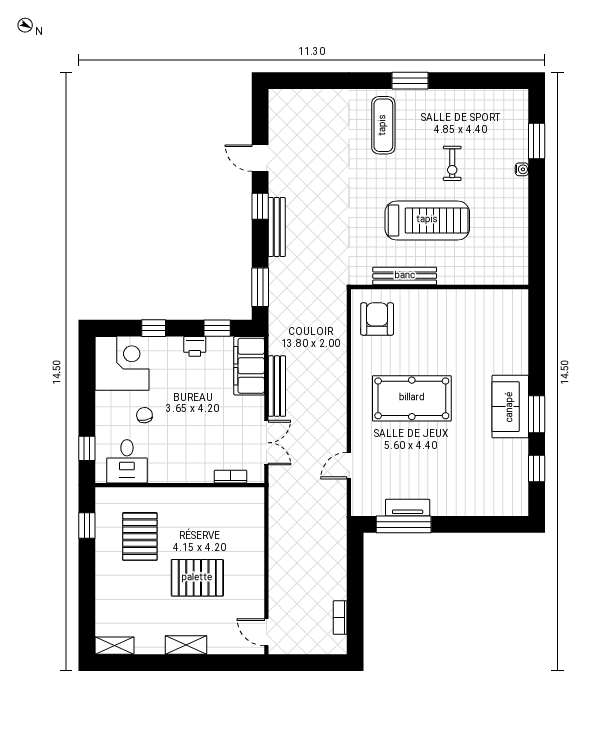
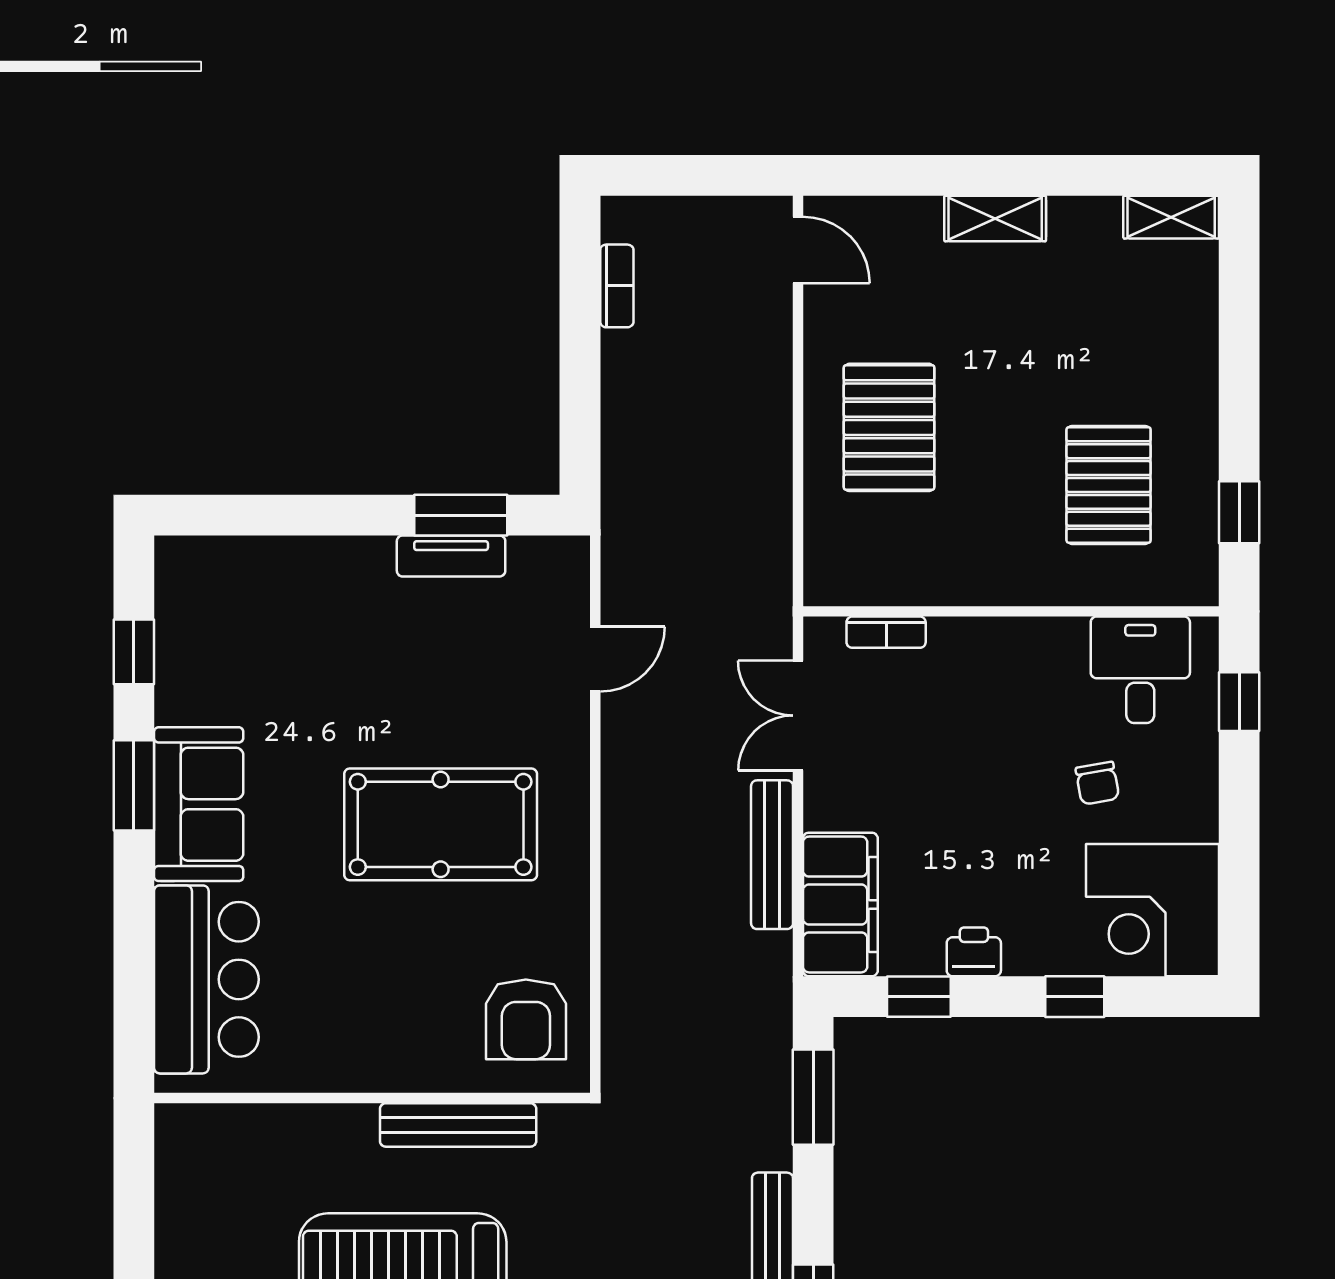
bar counter: (507, 335) -> (206, 979), added
window: (404, 524) -> (461, 515), width x0.69
pallet: (197, 578) -> (889, 427), moved, turned 90

